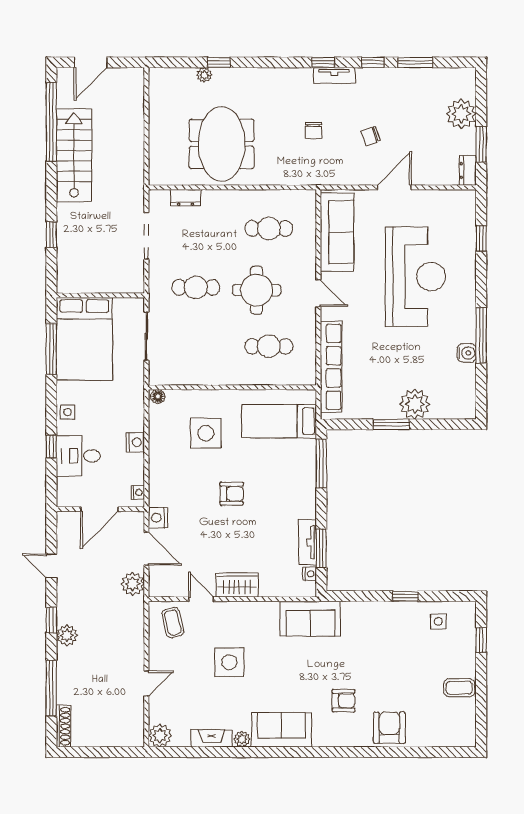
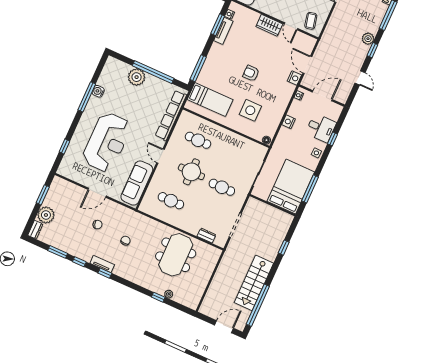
dresser: (468, 170) -> (35, 230), moved
reception desk: (416, 277) -> (107, 142), turned 180
window: (391, 424) -> (153, 72), width x2.11
plant: (133, 584) -> (322, 50), removed

